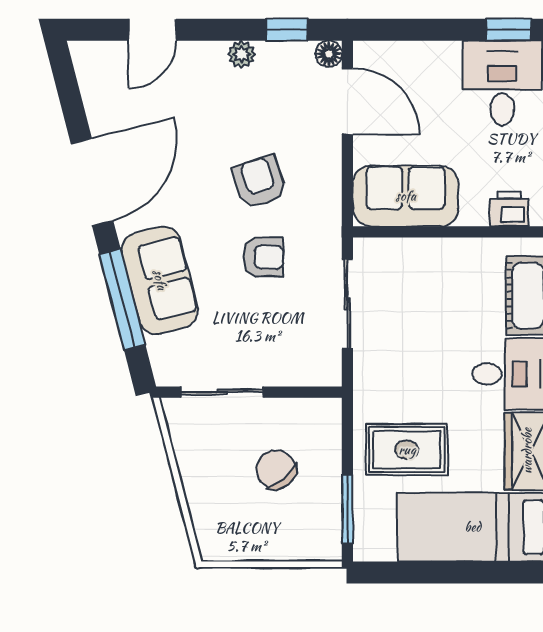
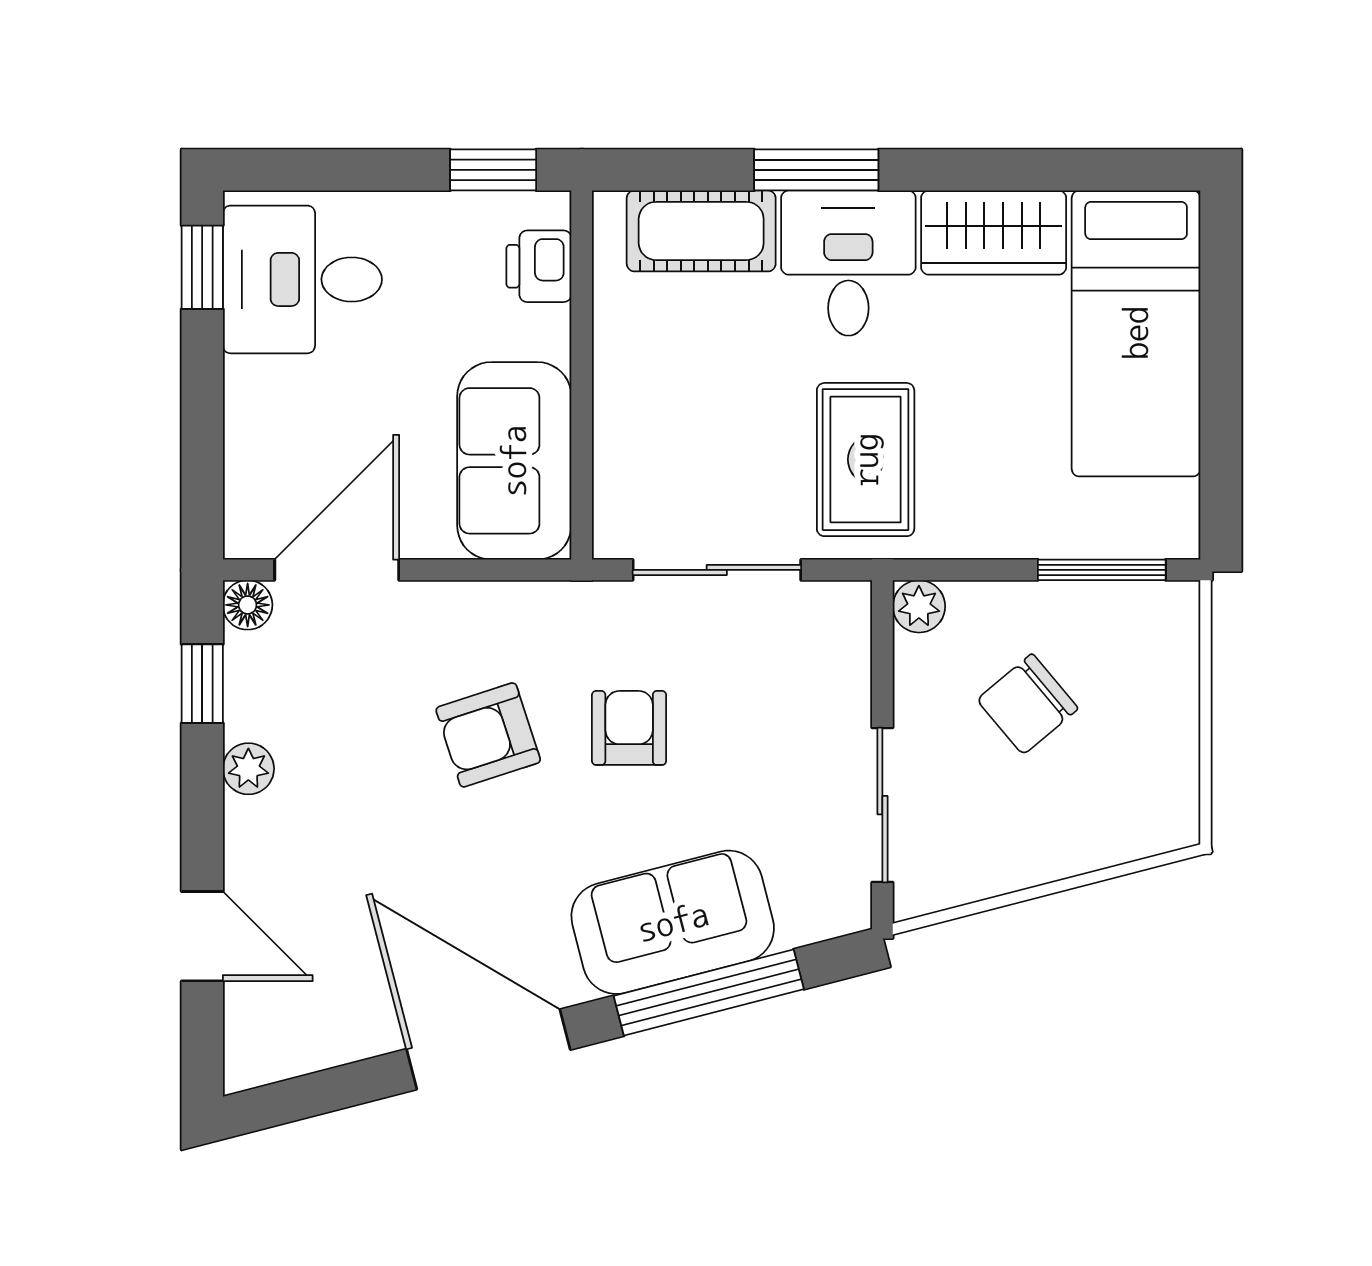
plant: (328, 412) -> (919, 606), added
rug: (407, 450) -> (866, 460), moved

